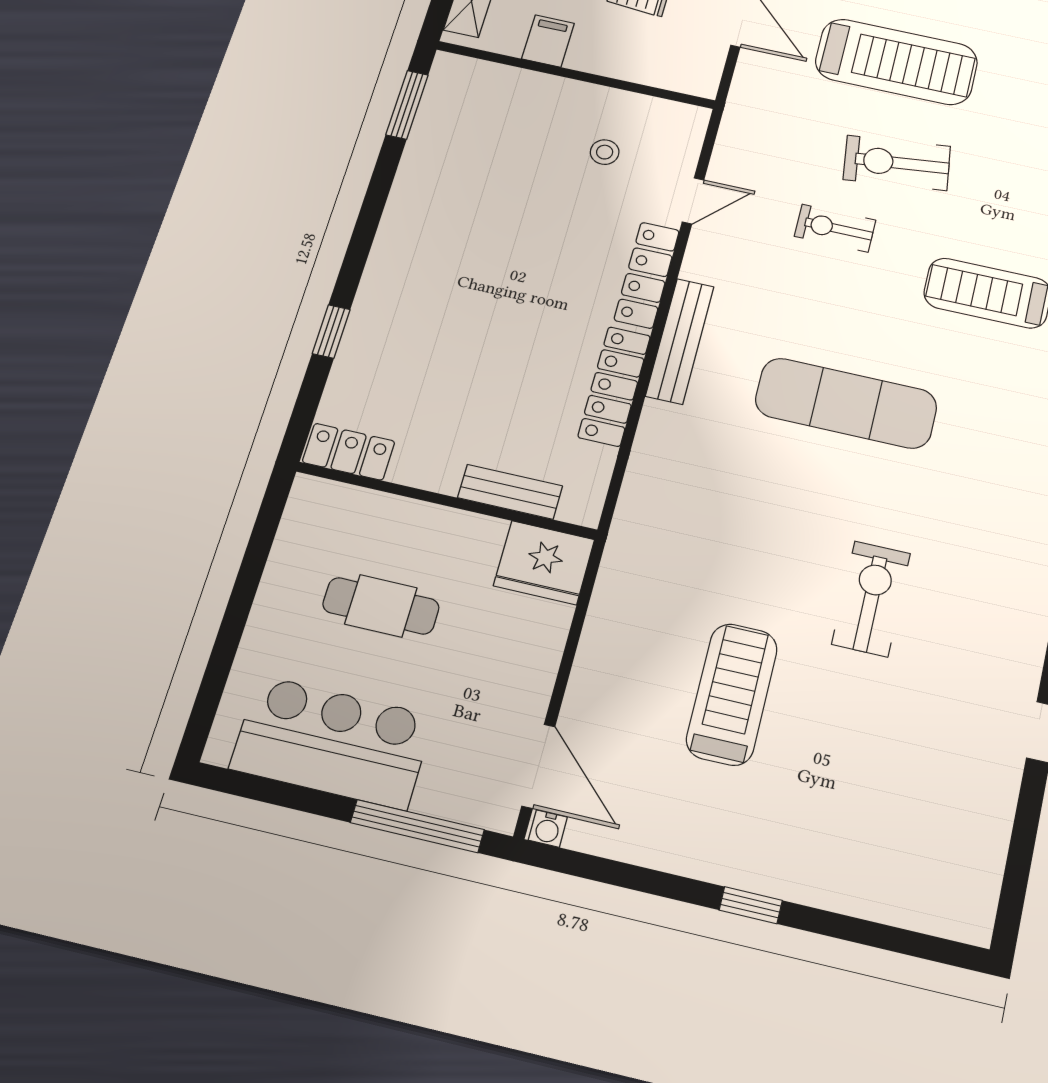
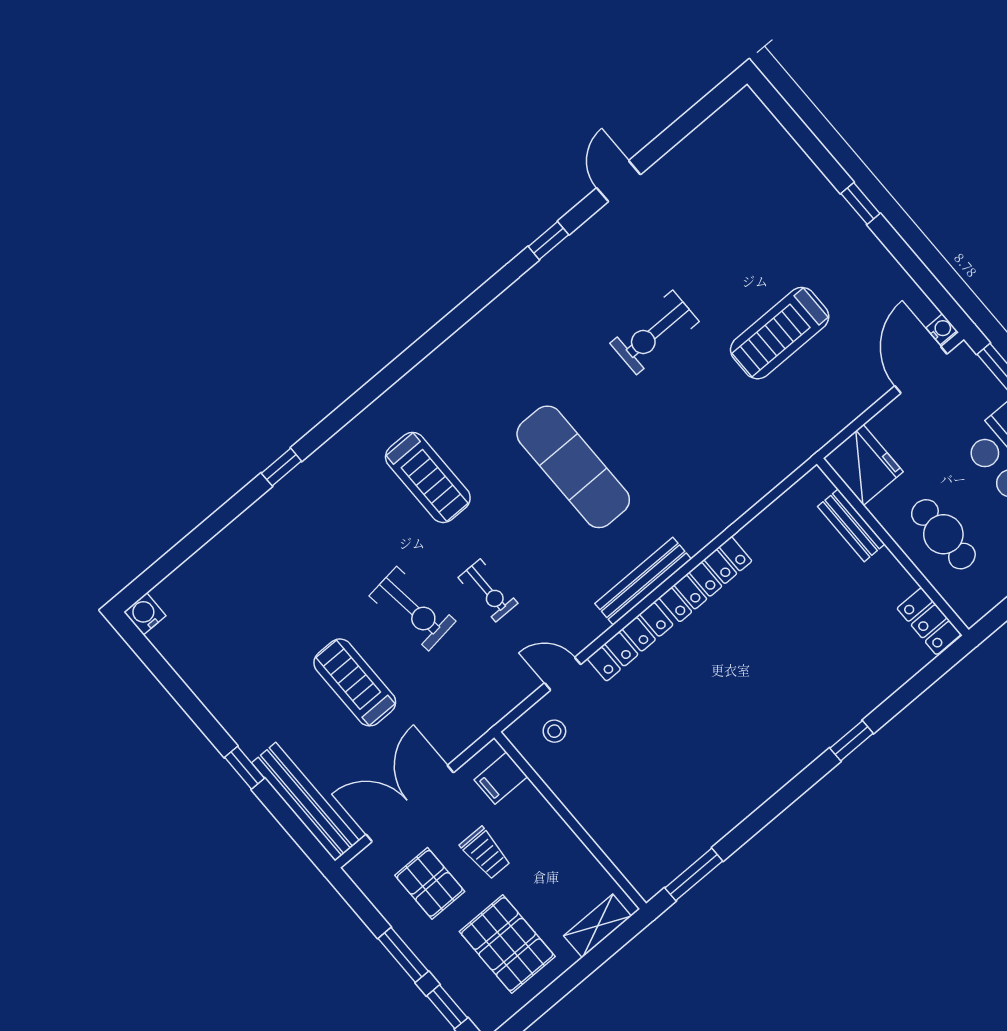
filing cabinet: (548, 41) -> (501, 778), moved
treadmill: (896, 62) -> (355, 682), width x0.73, depth x0.73
stool: (605, 152) -> (554, 731), moved
locker: (349, 452) -> (929, 621), moved
bench: (510, 492) -> (851, 525), moved
wall: (446, 500) -> (893, 547), moved
fridge: (544, 563) -> (863, 465), moved

